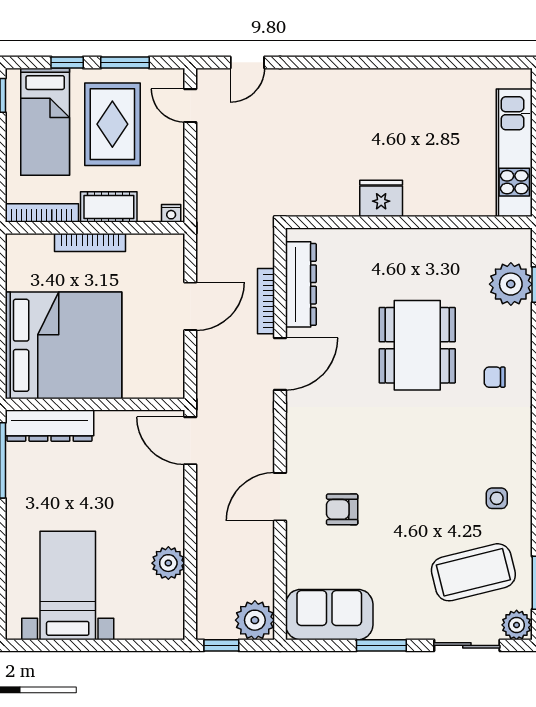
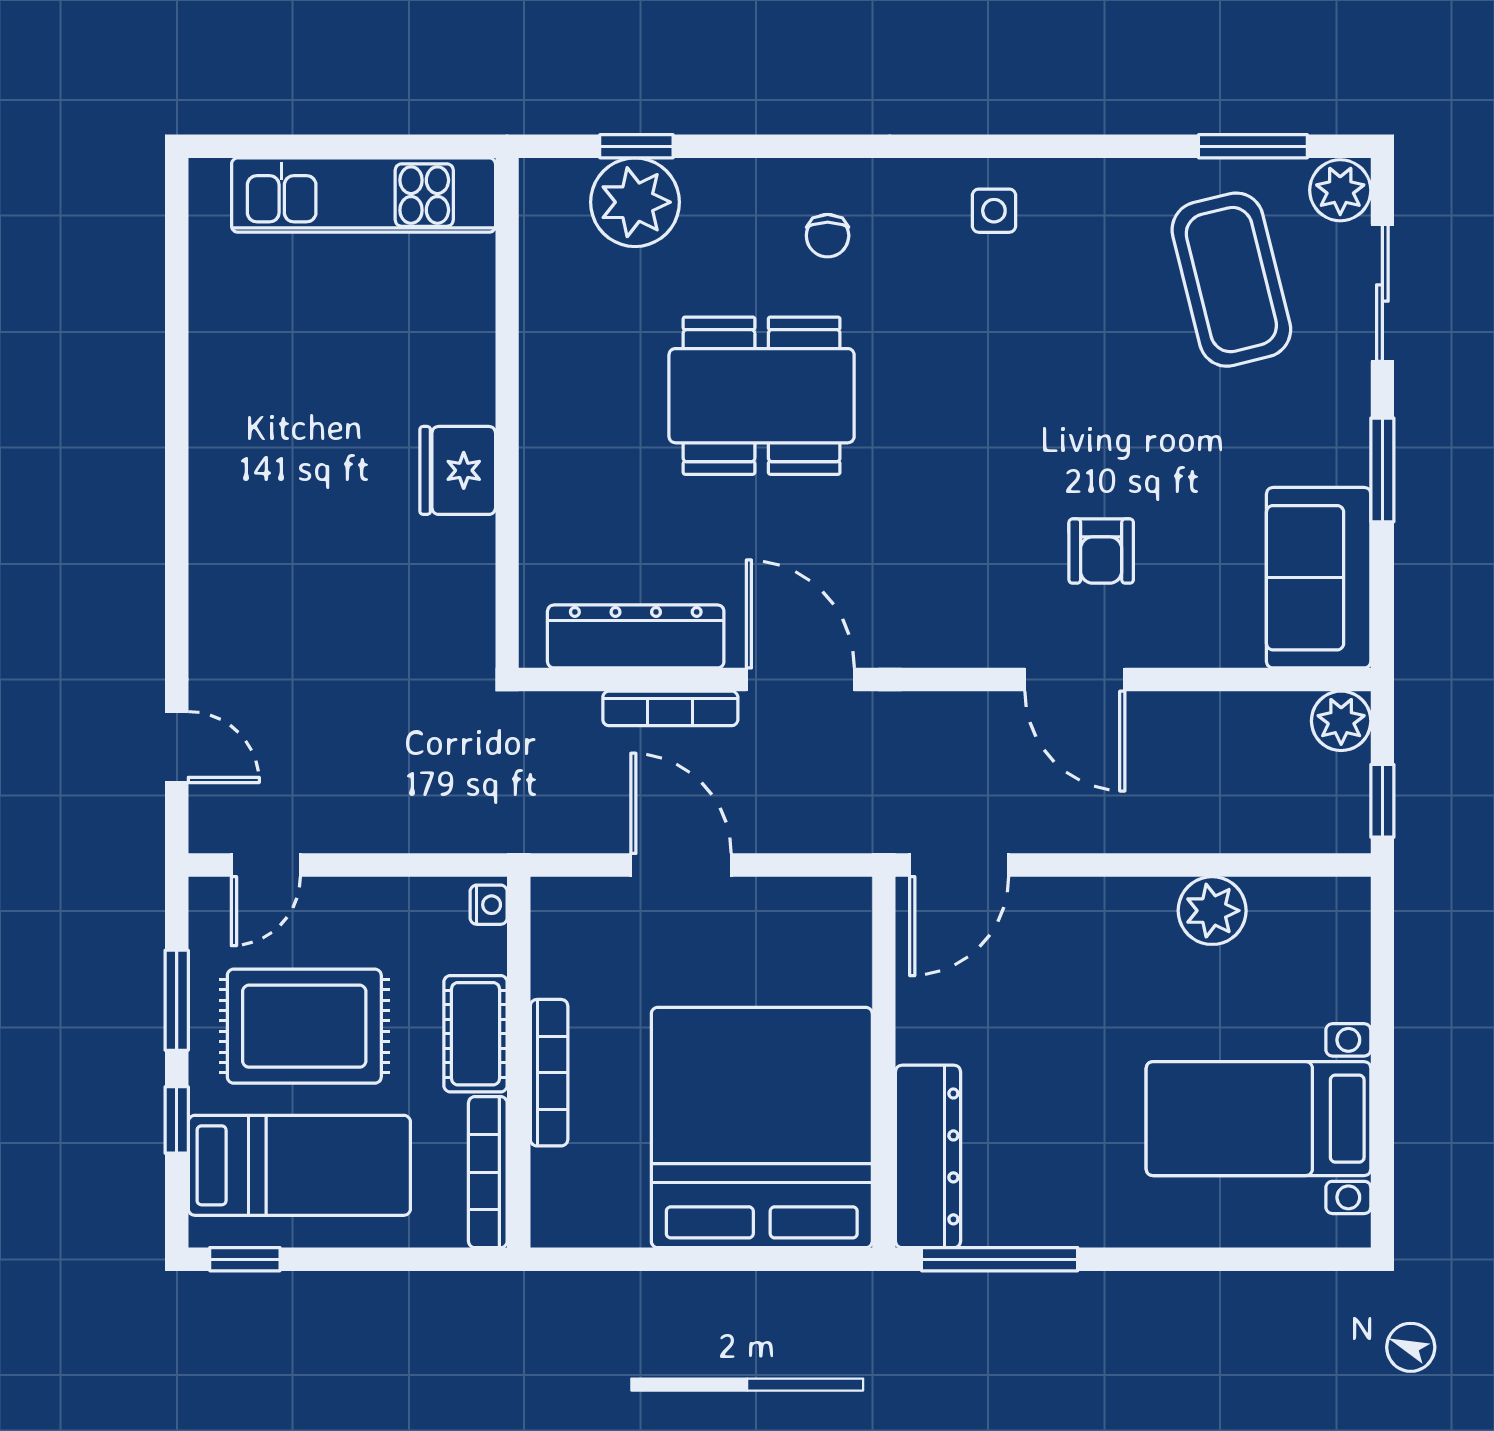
side table: (497, 498) -> (994, 211), moved
plant: (255, 620) -> (1341, 721), width x0.73, depth x0.73

